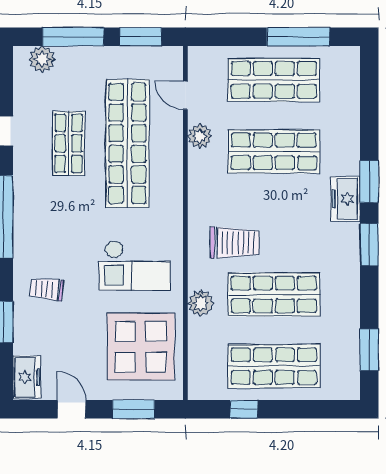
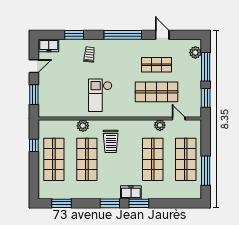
door: (185, 95) -> (179, 119), hinge flipped
shop shelf: (127, 143) -> (156, 92), width x0.71
display table: (141, 347) -> (63, 98), removed

